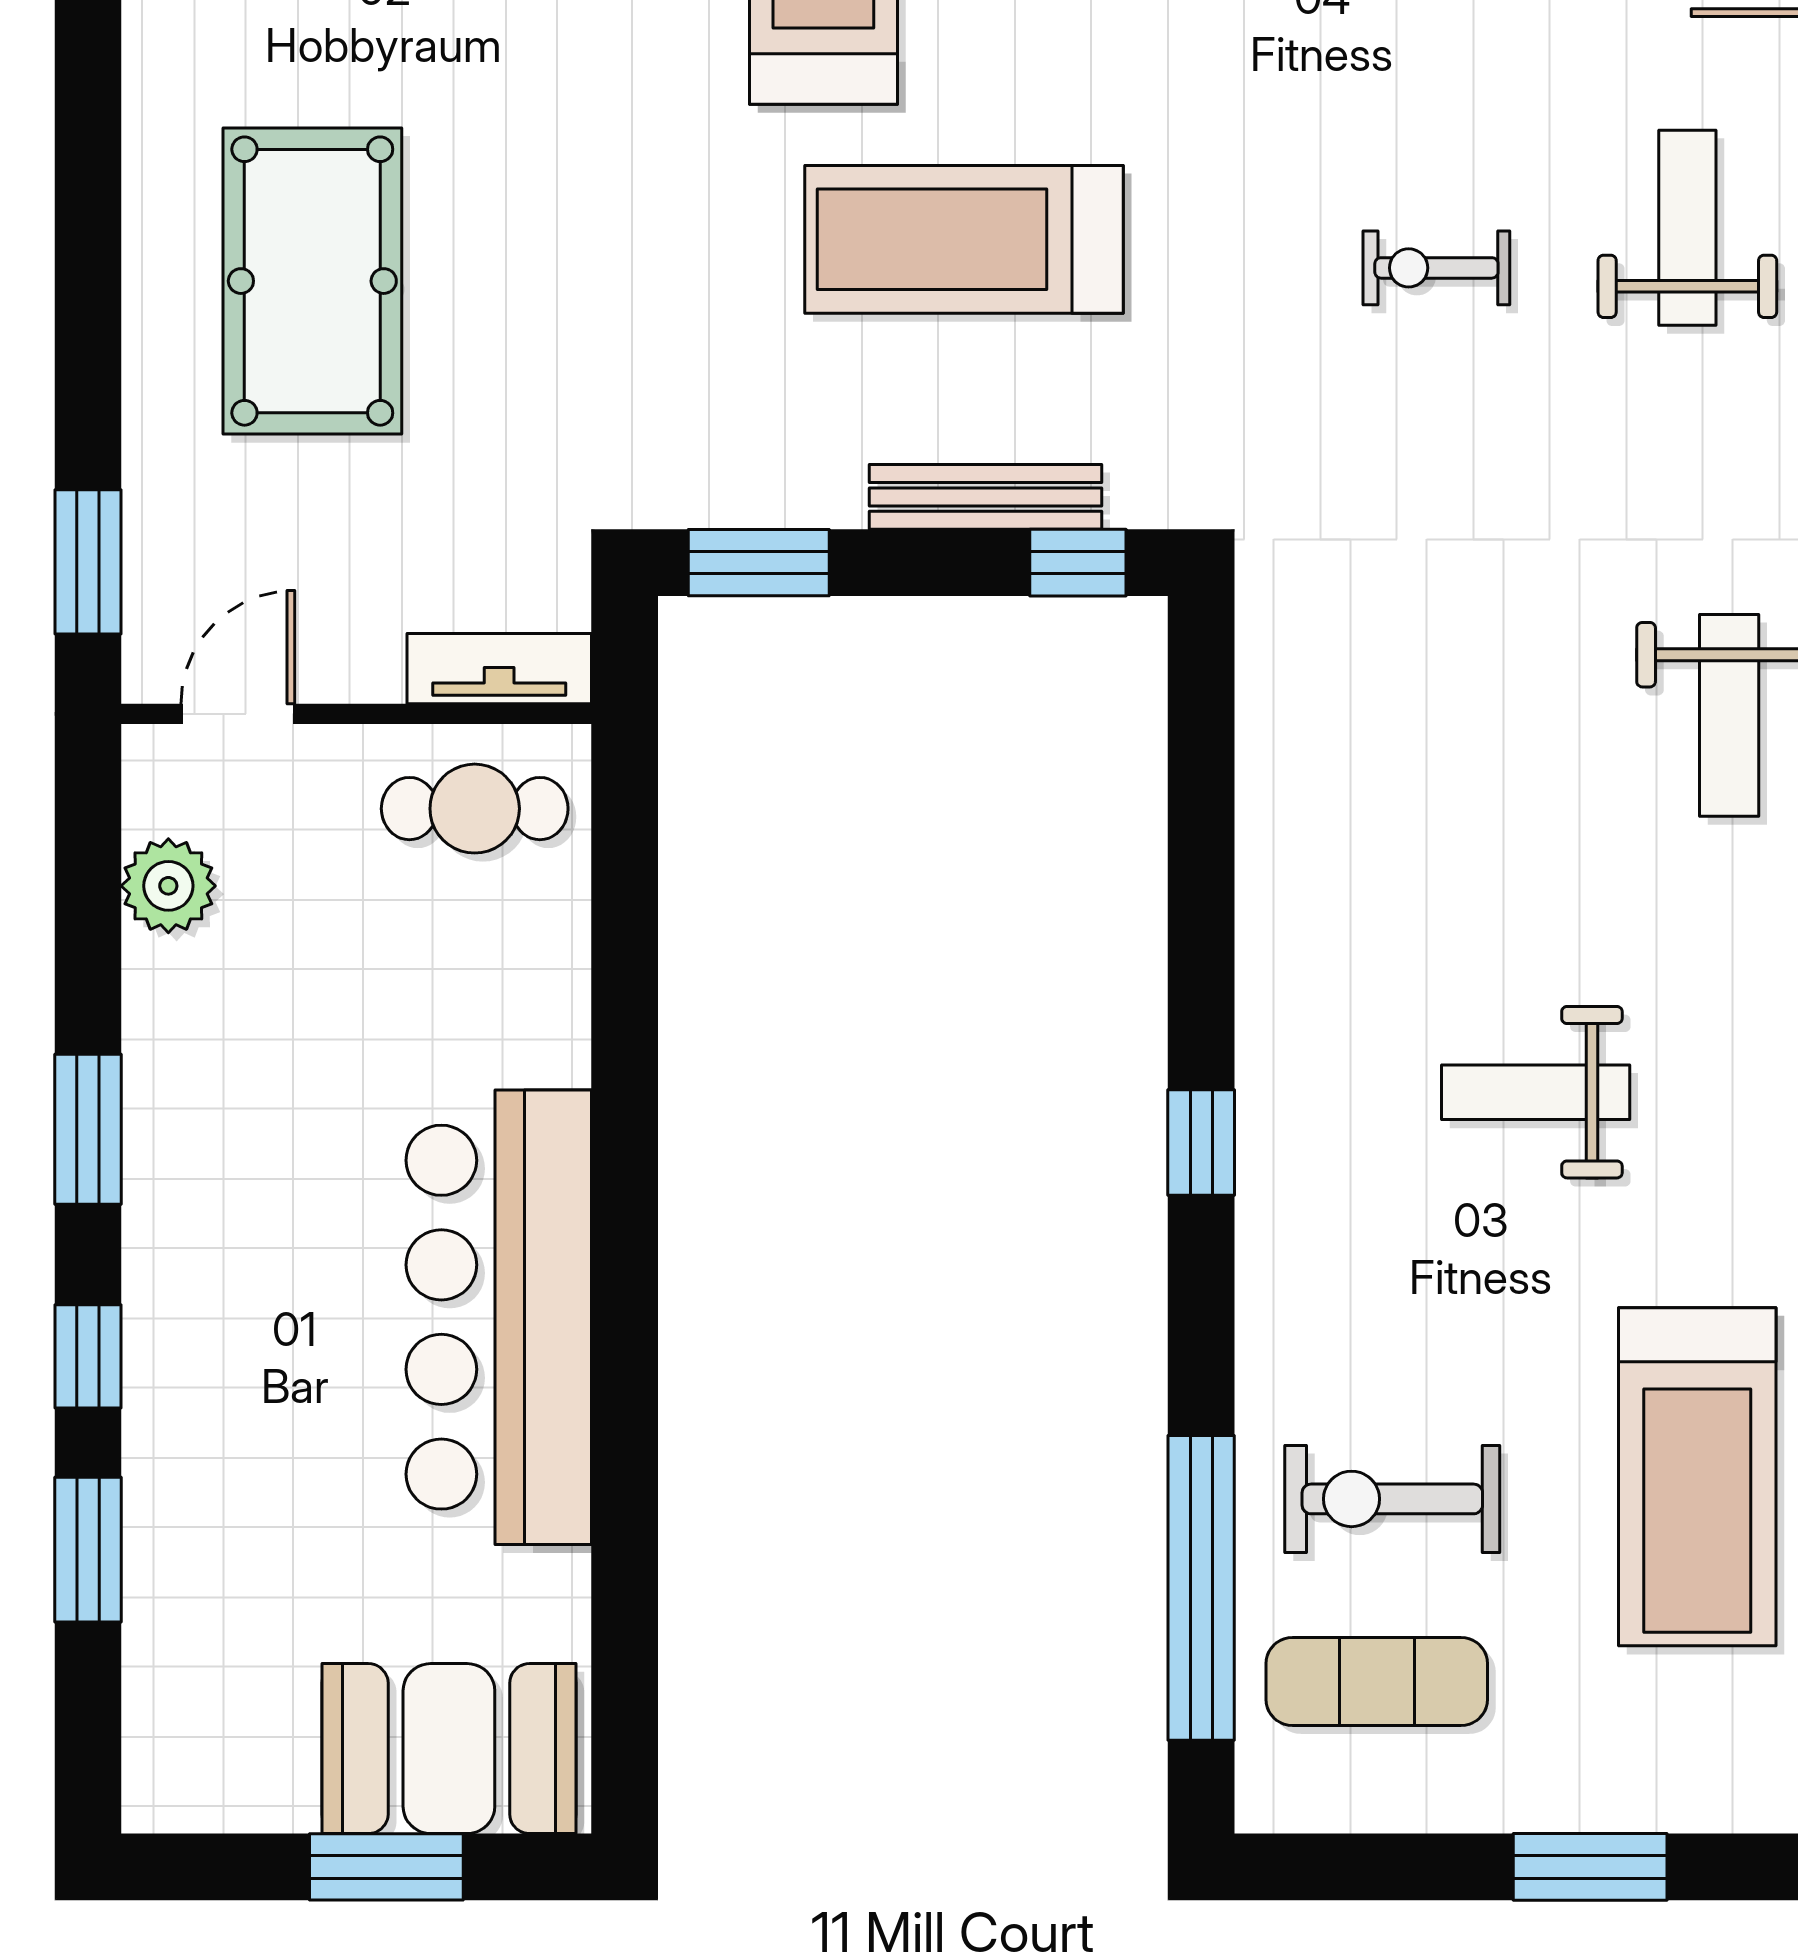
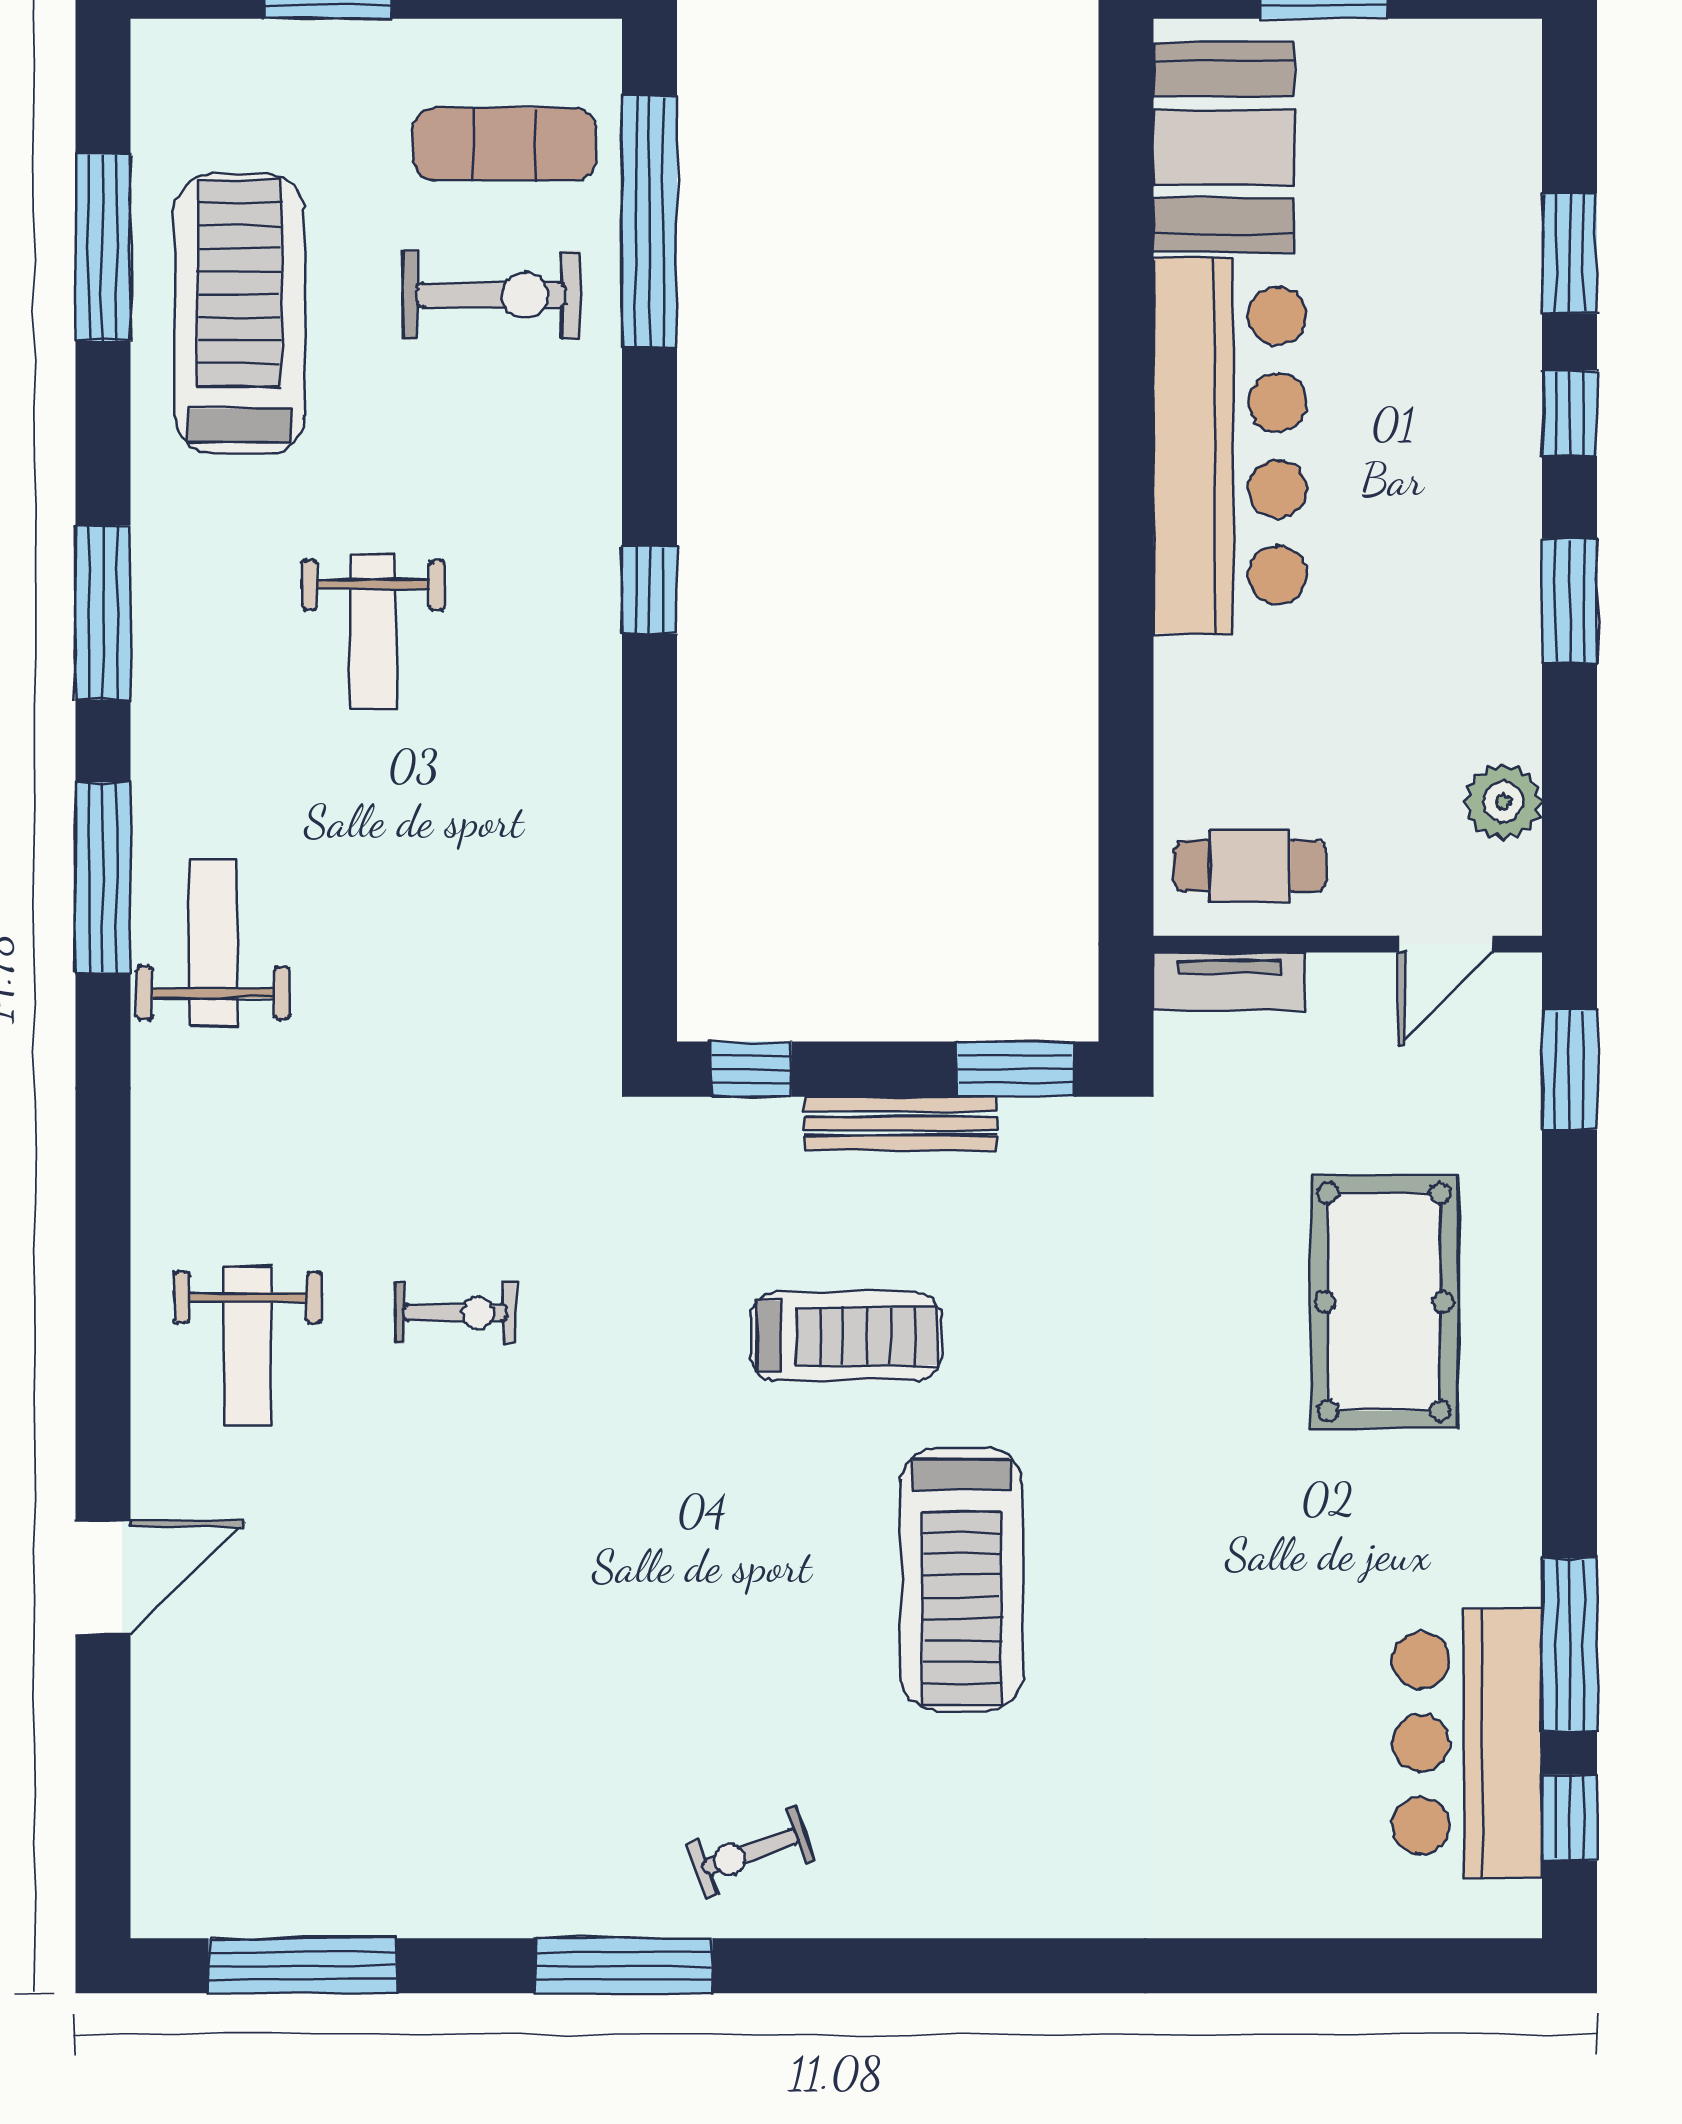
treadmill: (964, 239) -> (846, 1336), width x0.73, depth x0.73
bench: (986, 497) -> (900, 1123), moved
weight bench: (1536, 1092) -> (373, 631), turned 90
booth: (449, 1749) -> (1224, 147), moved, turned 90

